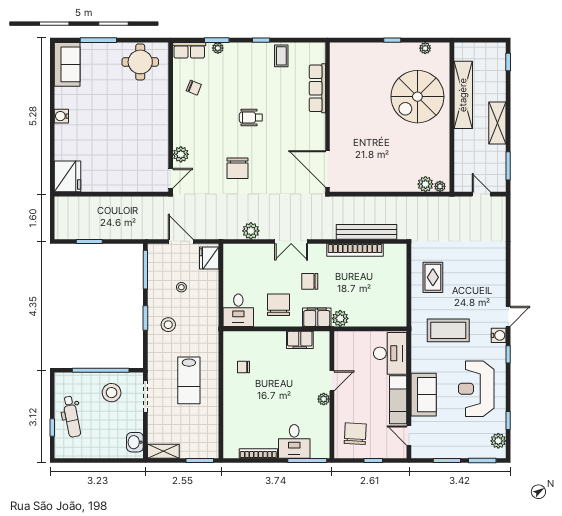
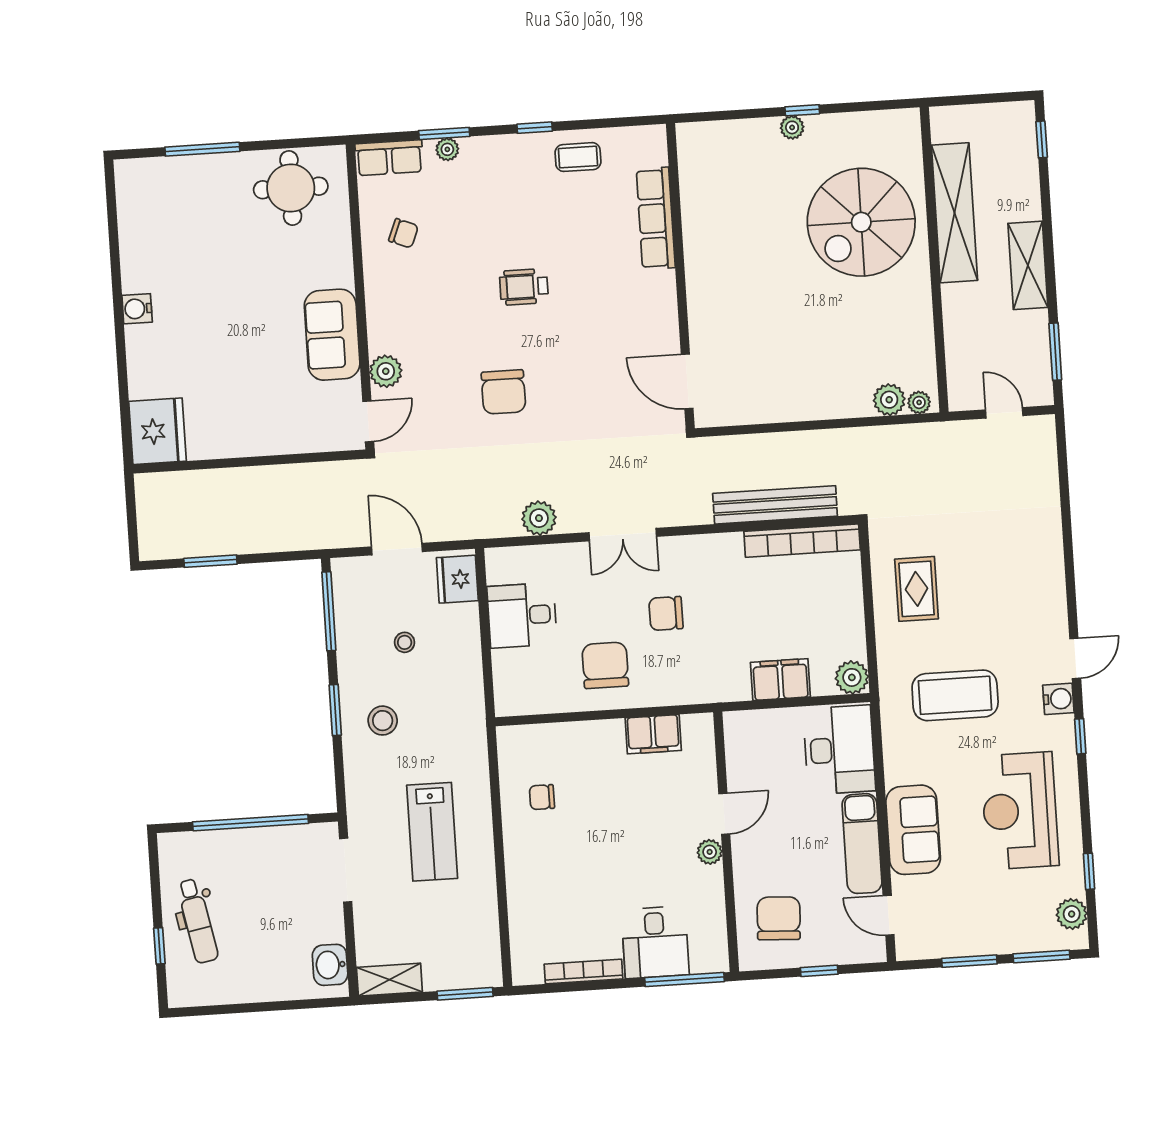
plant: (425, 48) -> (792, 127), moved
coffee table: (281, 56) -> (578, 157), turned 90
sofa: (67, 64) -> (332, 335), moved, turned 180
door: (327, 169) -> (687, 381), width x0.73
bookcase: (355, 250) -> (802, 541), moved
desk: (238, 310) -> (522, 615), moved, turned 90
filing cabinet: (317, 317) -> (780, 680), moved
plant: (340, 318) -> (852, 677), moved
stool: (112, 393) -> (276, 867), removed

